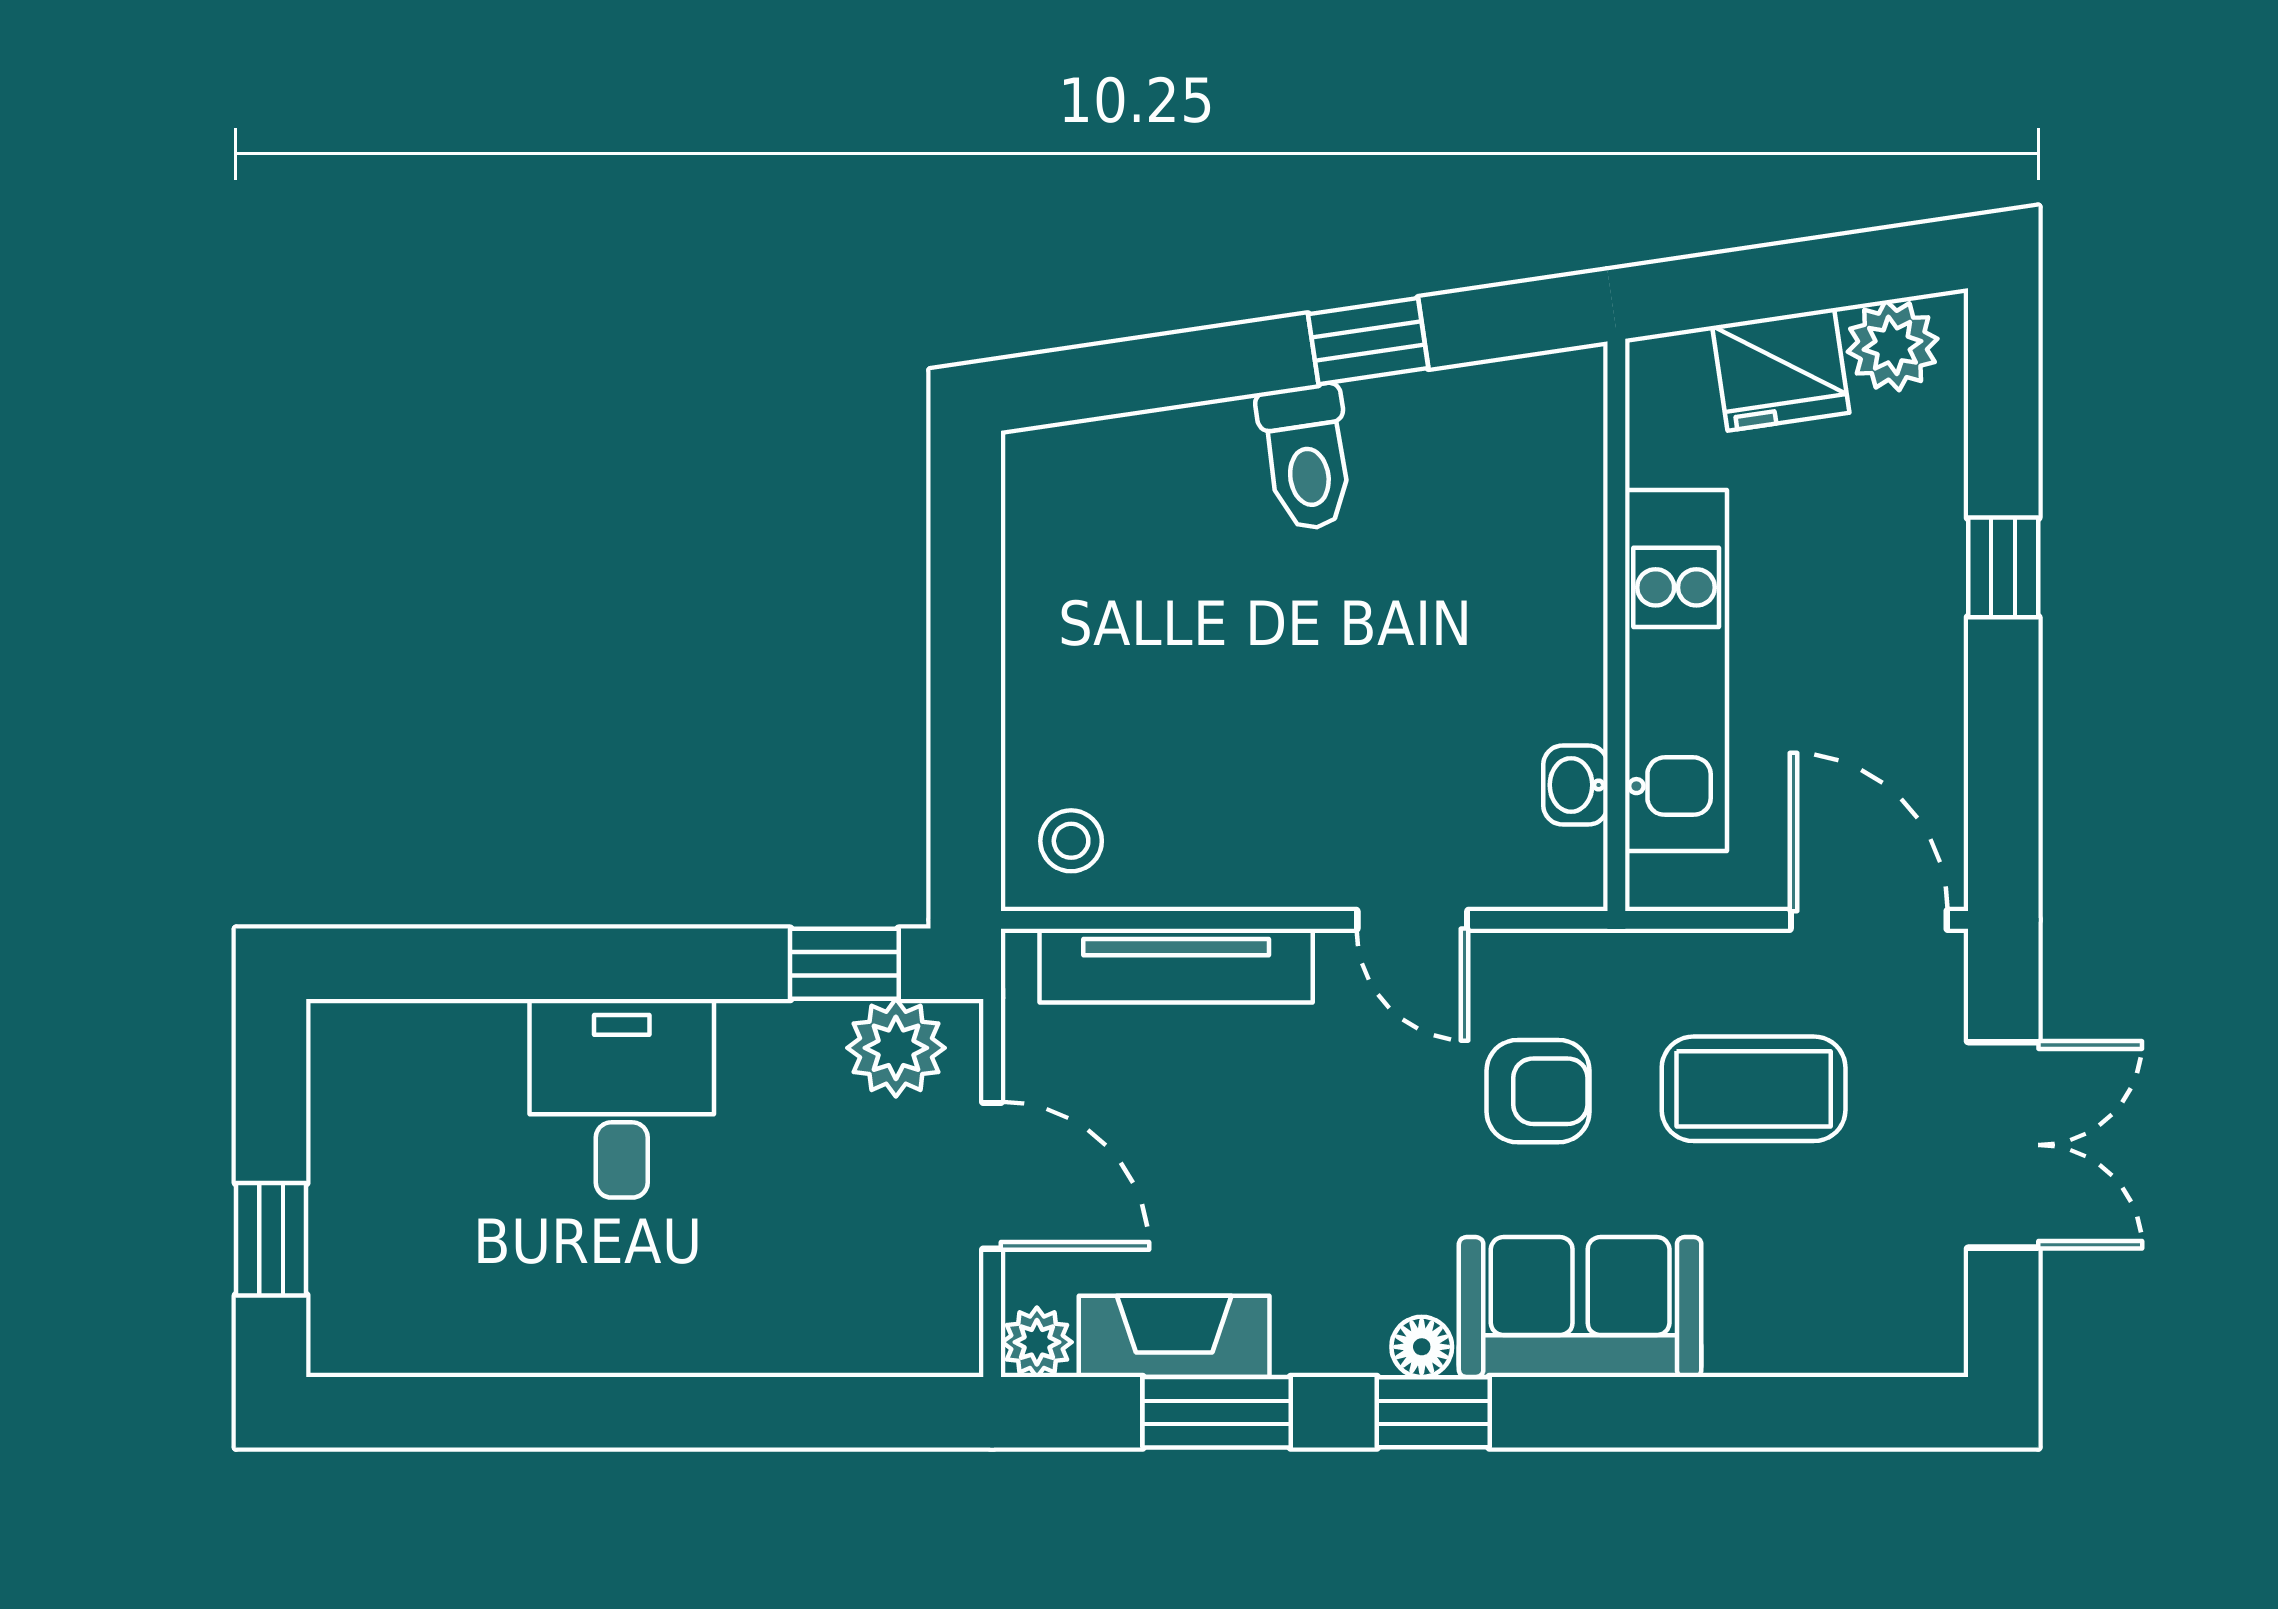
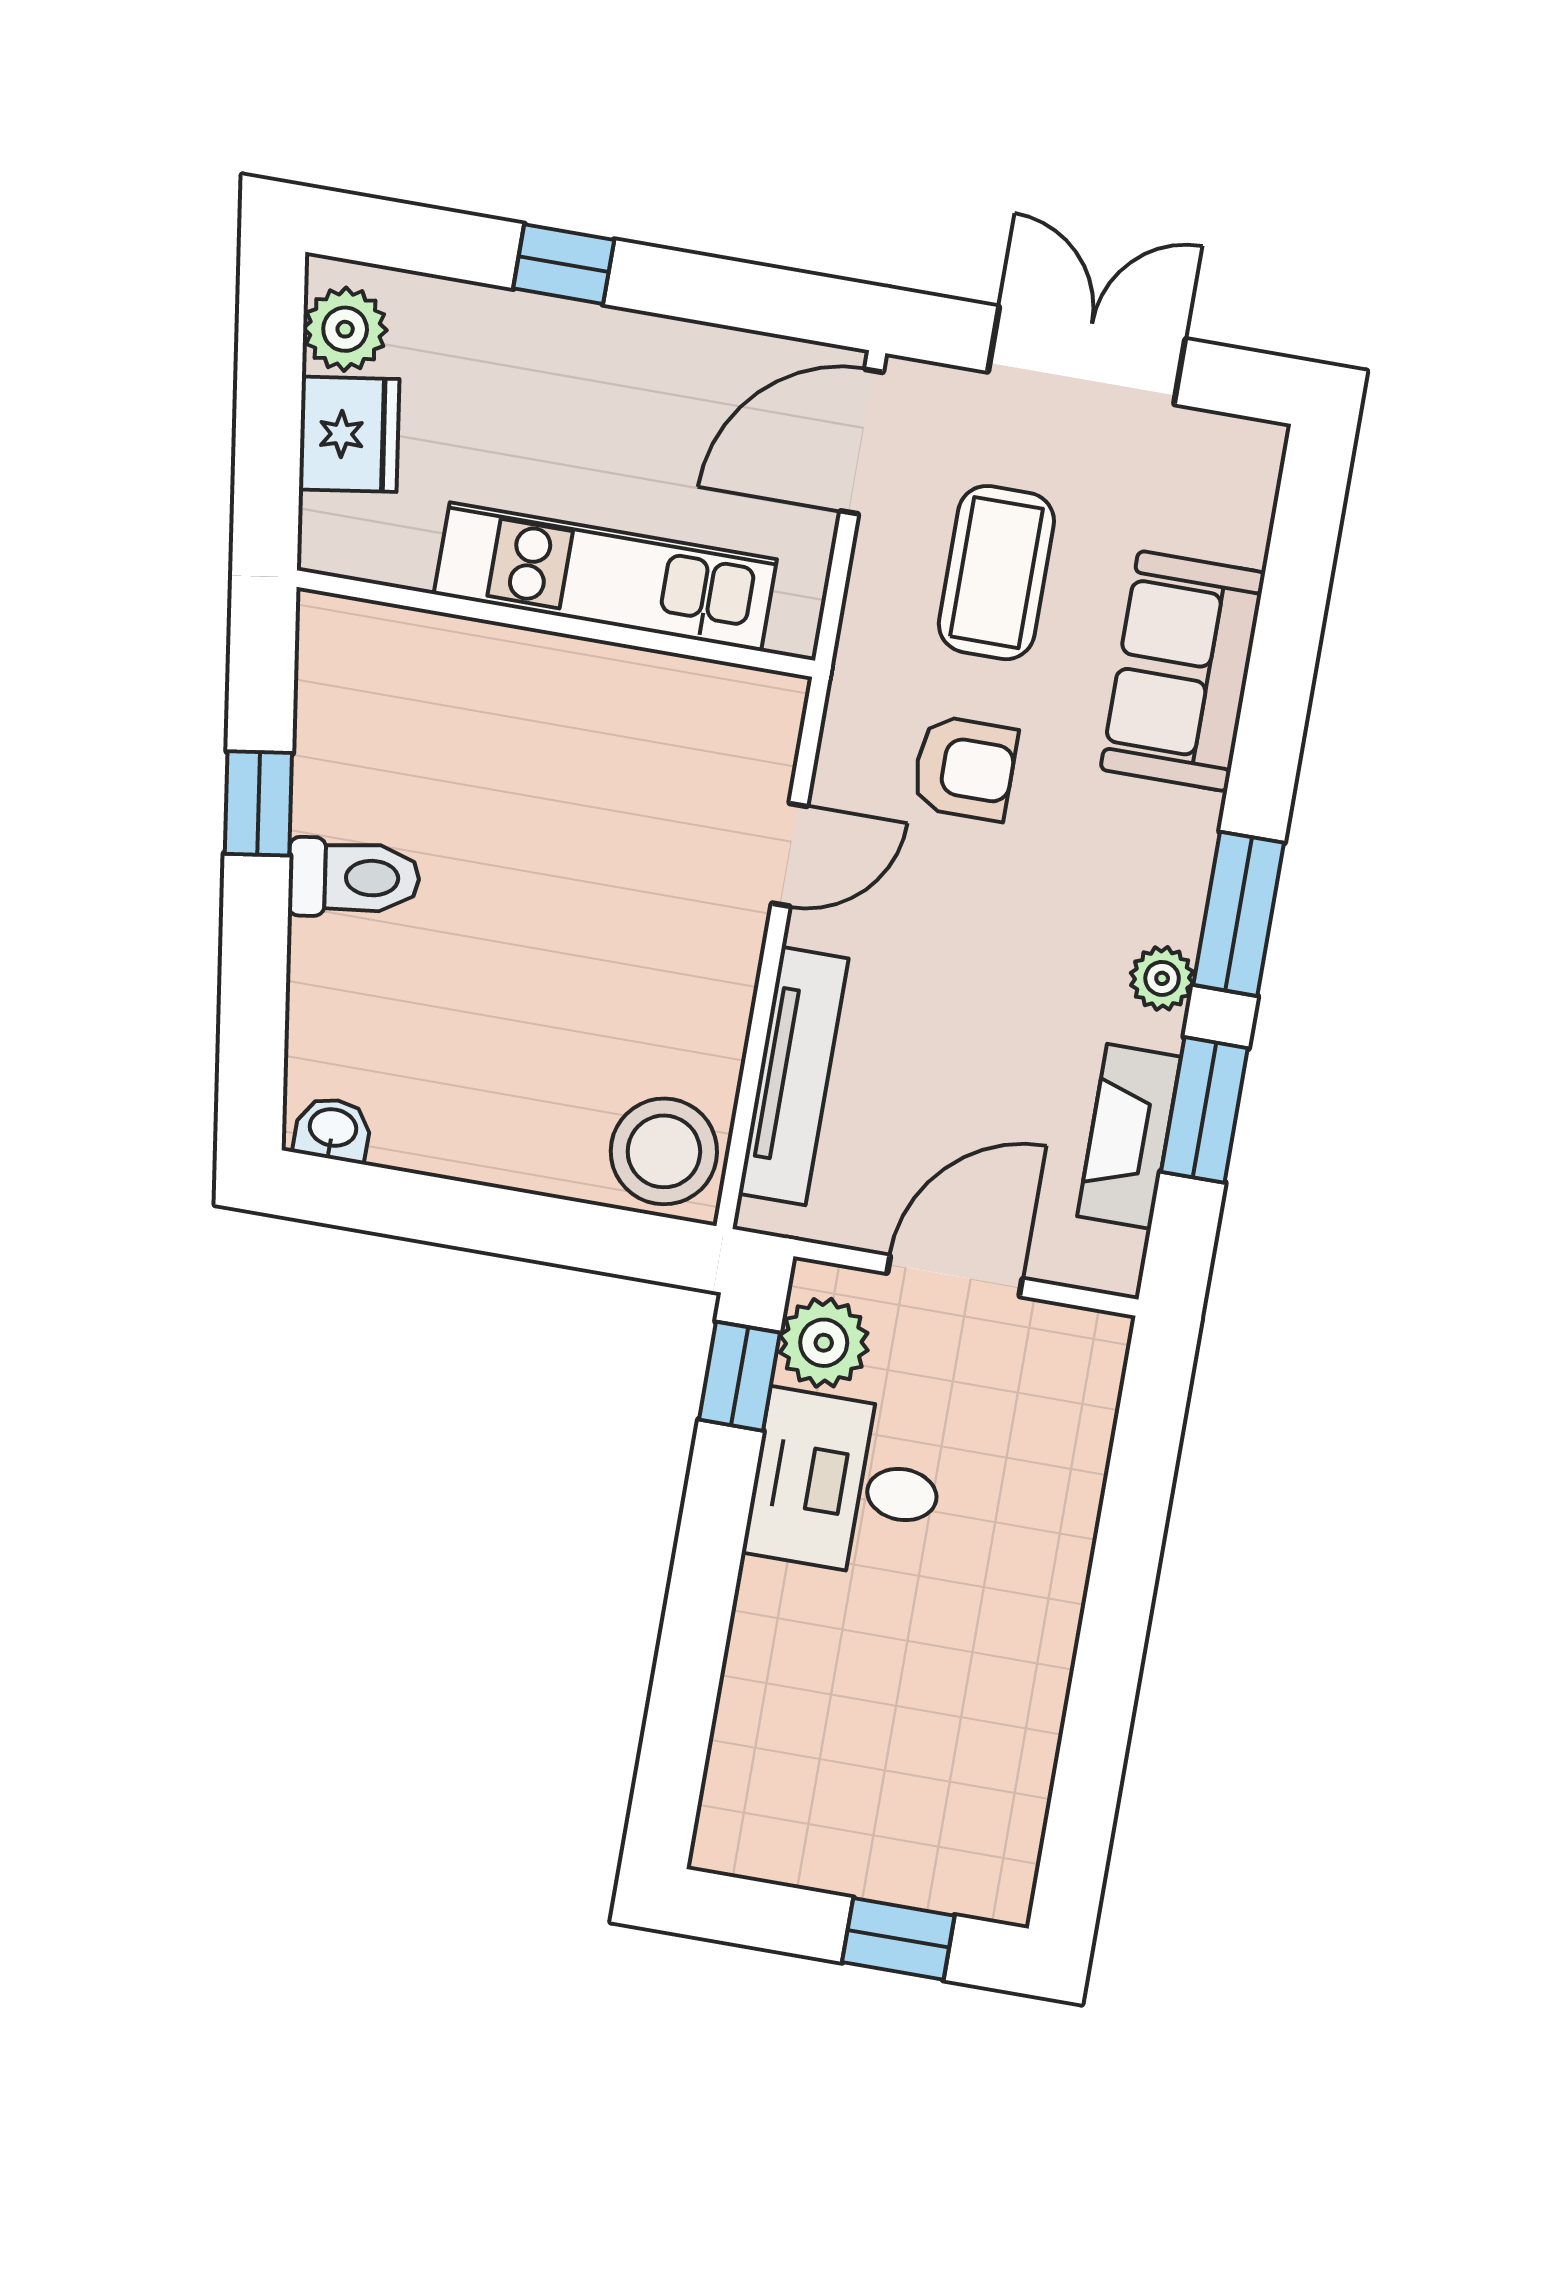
washbasin: (1576, 785) -> (333, 1129), moved, turned 180
stool: (1071, 841) -> (664, 1151), width x1.89, depth x1.89
armchair: (1538, 1091) -> (964, 768), turned 90
desk: (622, 1098) -> (846, 1485), moved
sofa: (1580, 1307) -> (1183, 671), moved
plant: (1037, 1342) -> (1162, 978), moved
floor lamp: (1422, 1347) -> (1178, 914), removed
window: (1433, 1412) -> (1239, 914), width x1.50

